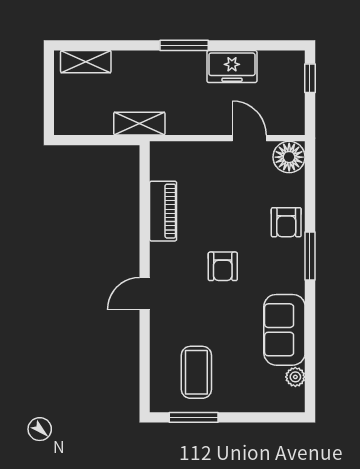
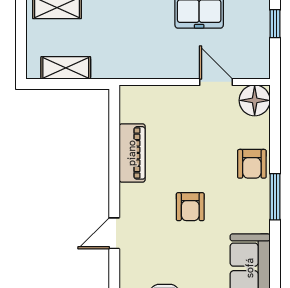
shelving: (139, 124) -> (66, 68), moved

